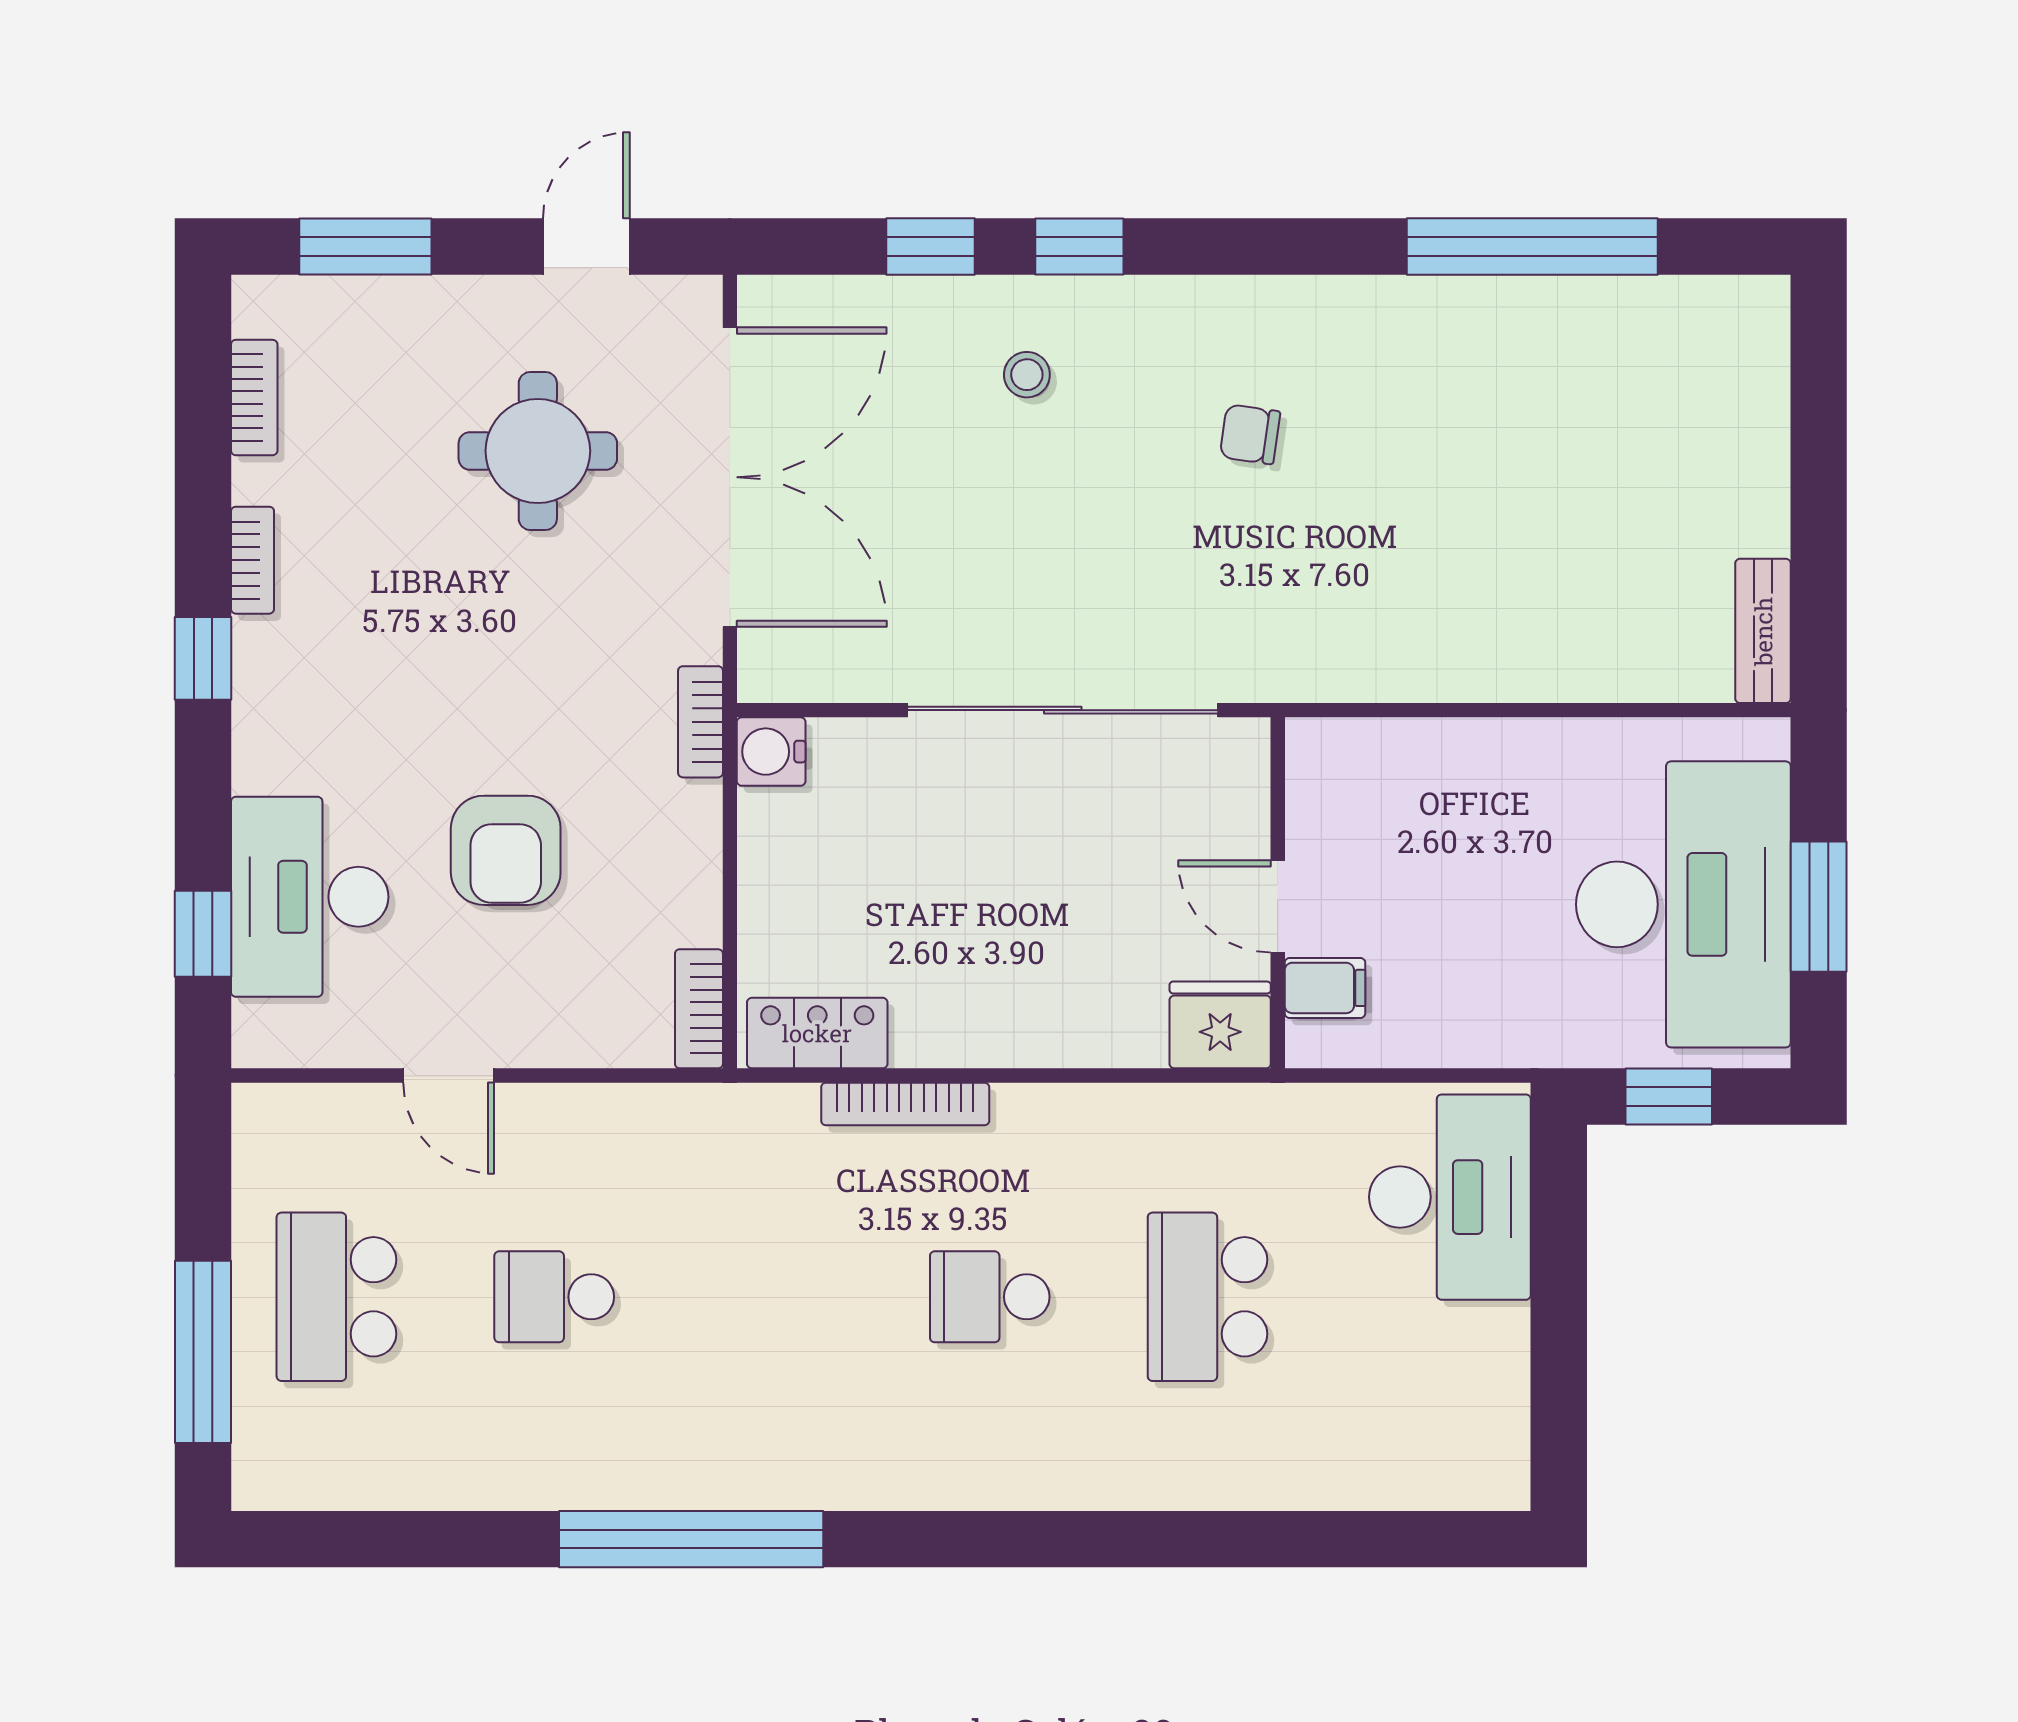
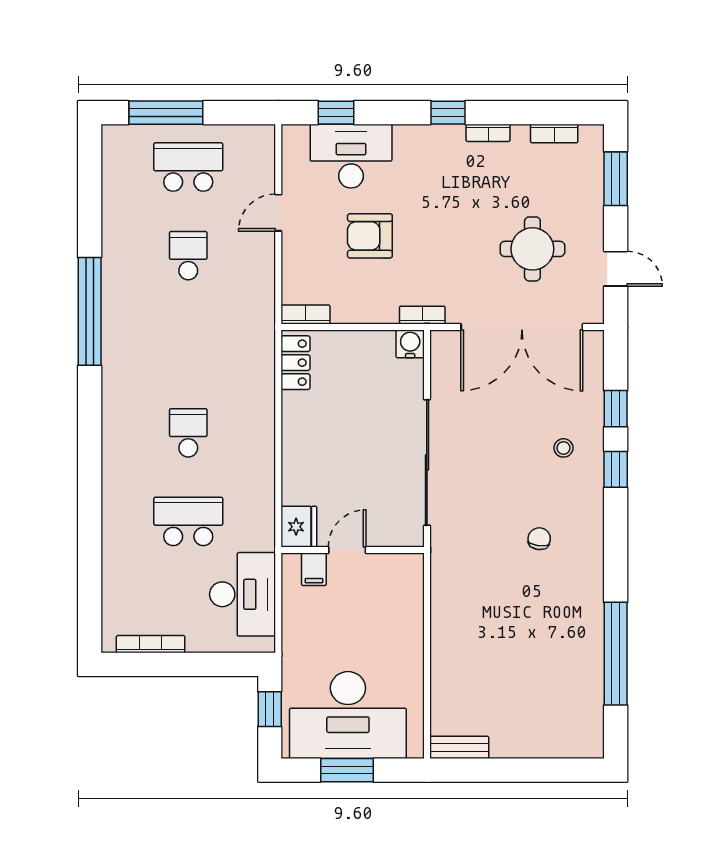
bookcase: (905, 1104) -> (151, 644), moved, turned 90
desk: (1450, 1197) -> (243, 594), moved, turned -90

